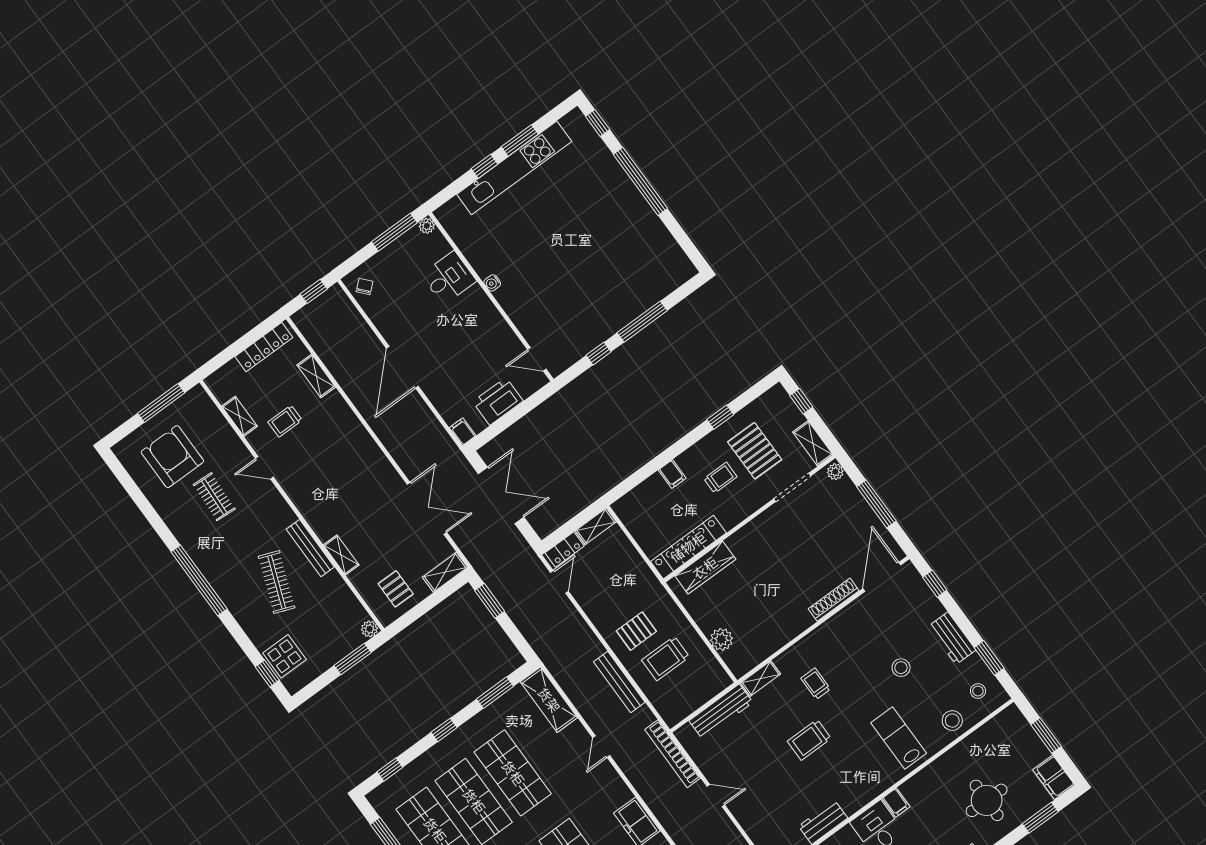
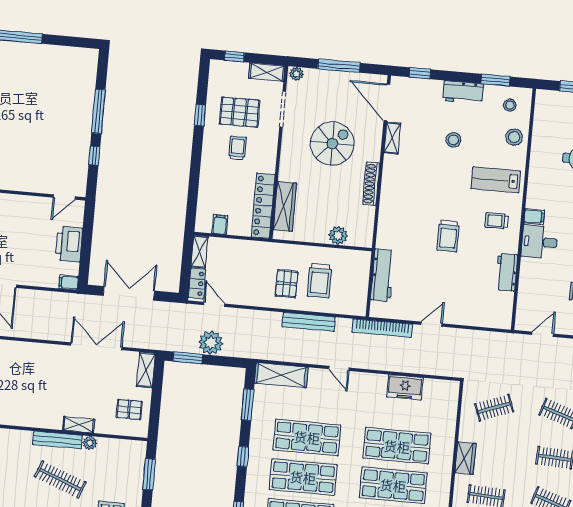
filing cabinet: (672, 474) -> (220, 225), moved, turned -90
spiral stairs: (800, 560) -> (332, 144), added
shoe rack: (834, 600) -> (371, 184), moved
plant: (522, 609) -> (211, 343), added
plant: (369, 629) -> (90, 443), moved
shelving: (761, 679) -> (392, 138), moved
trolley: (816, 684) -> (496, 221), moved

